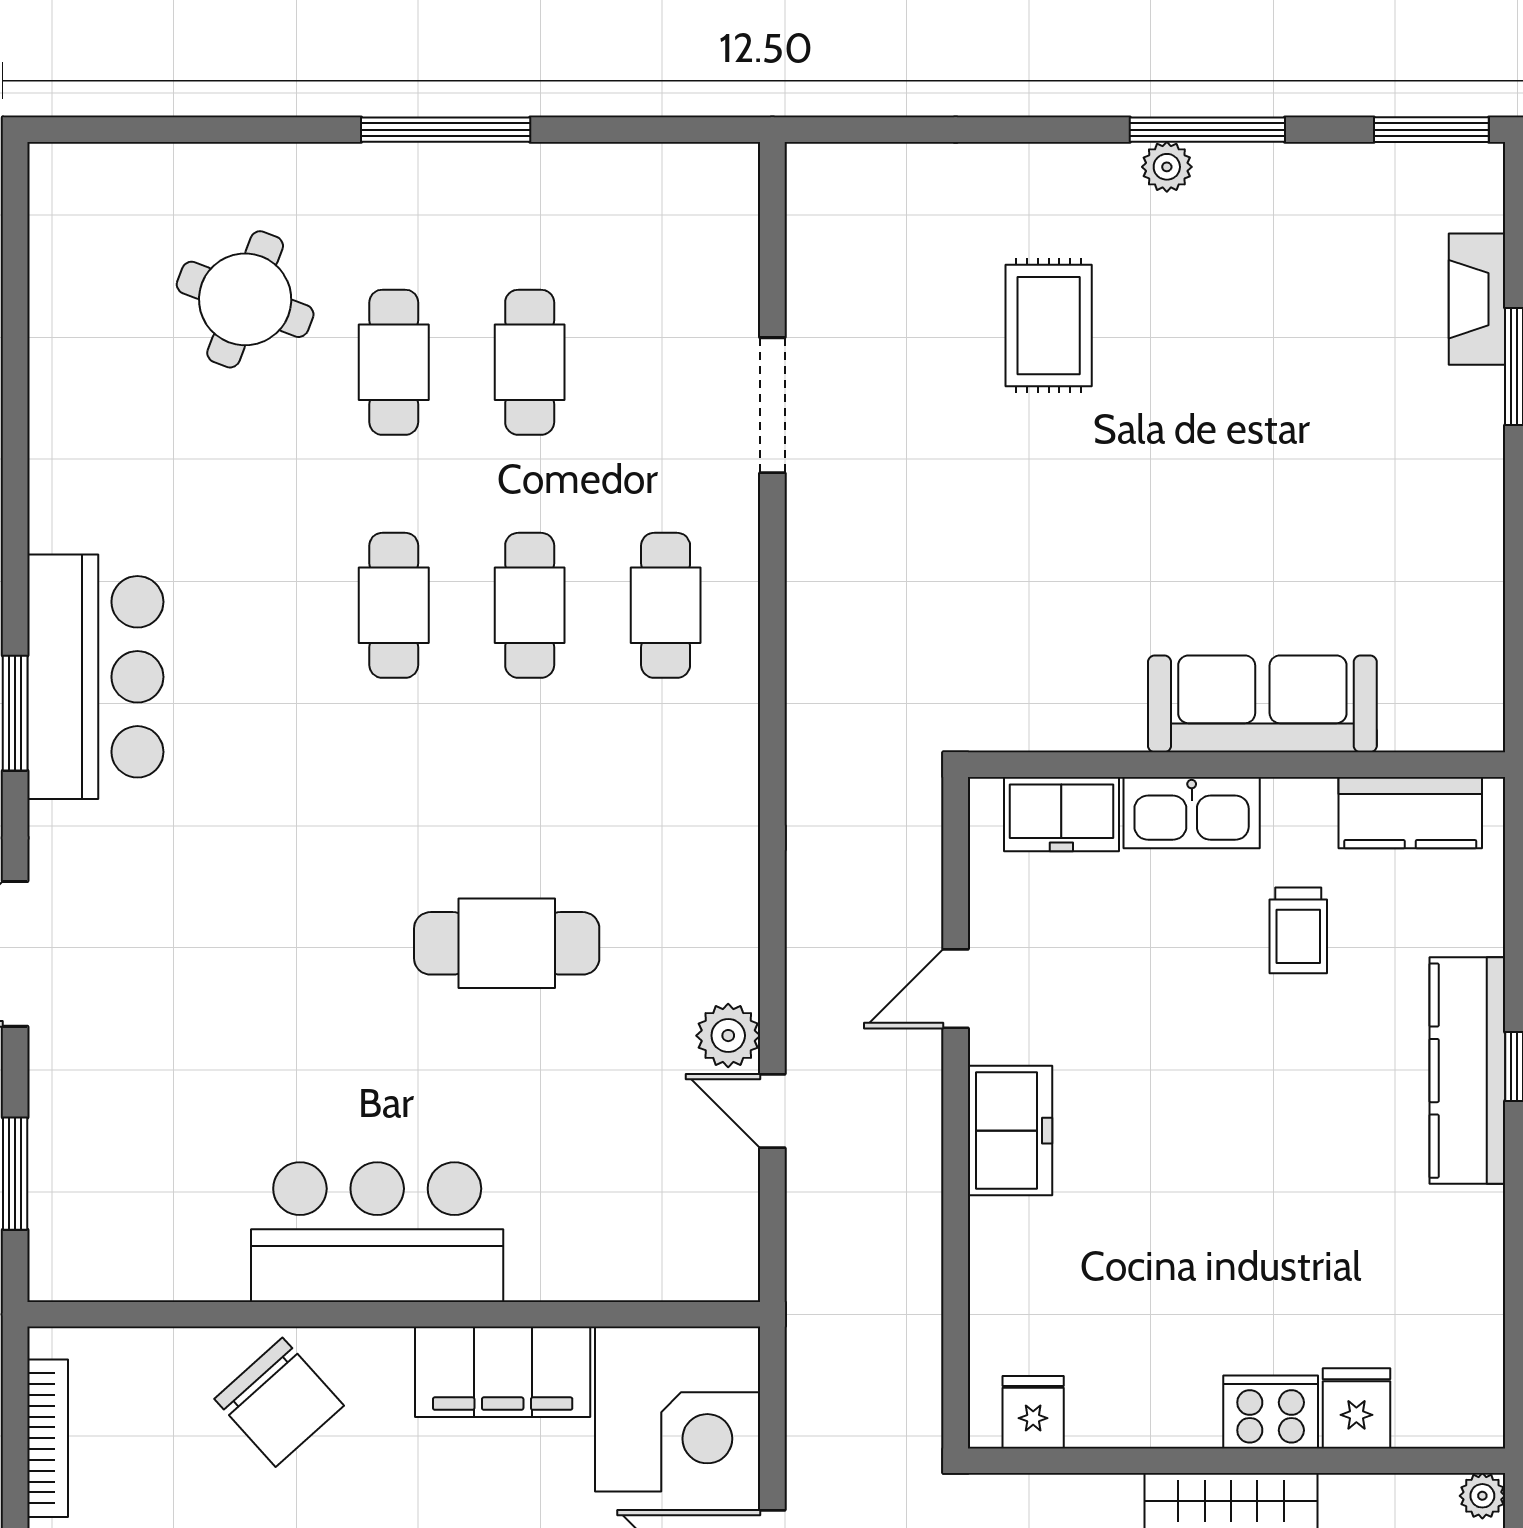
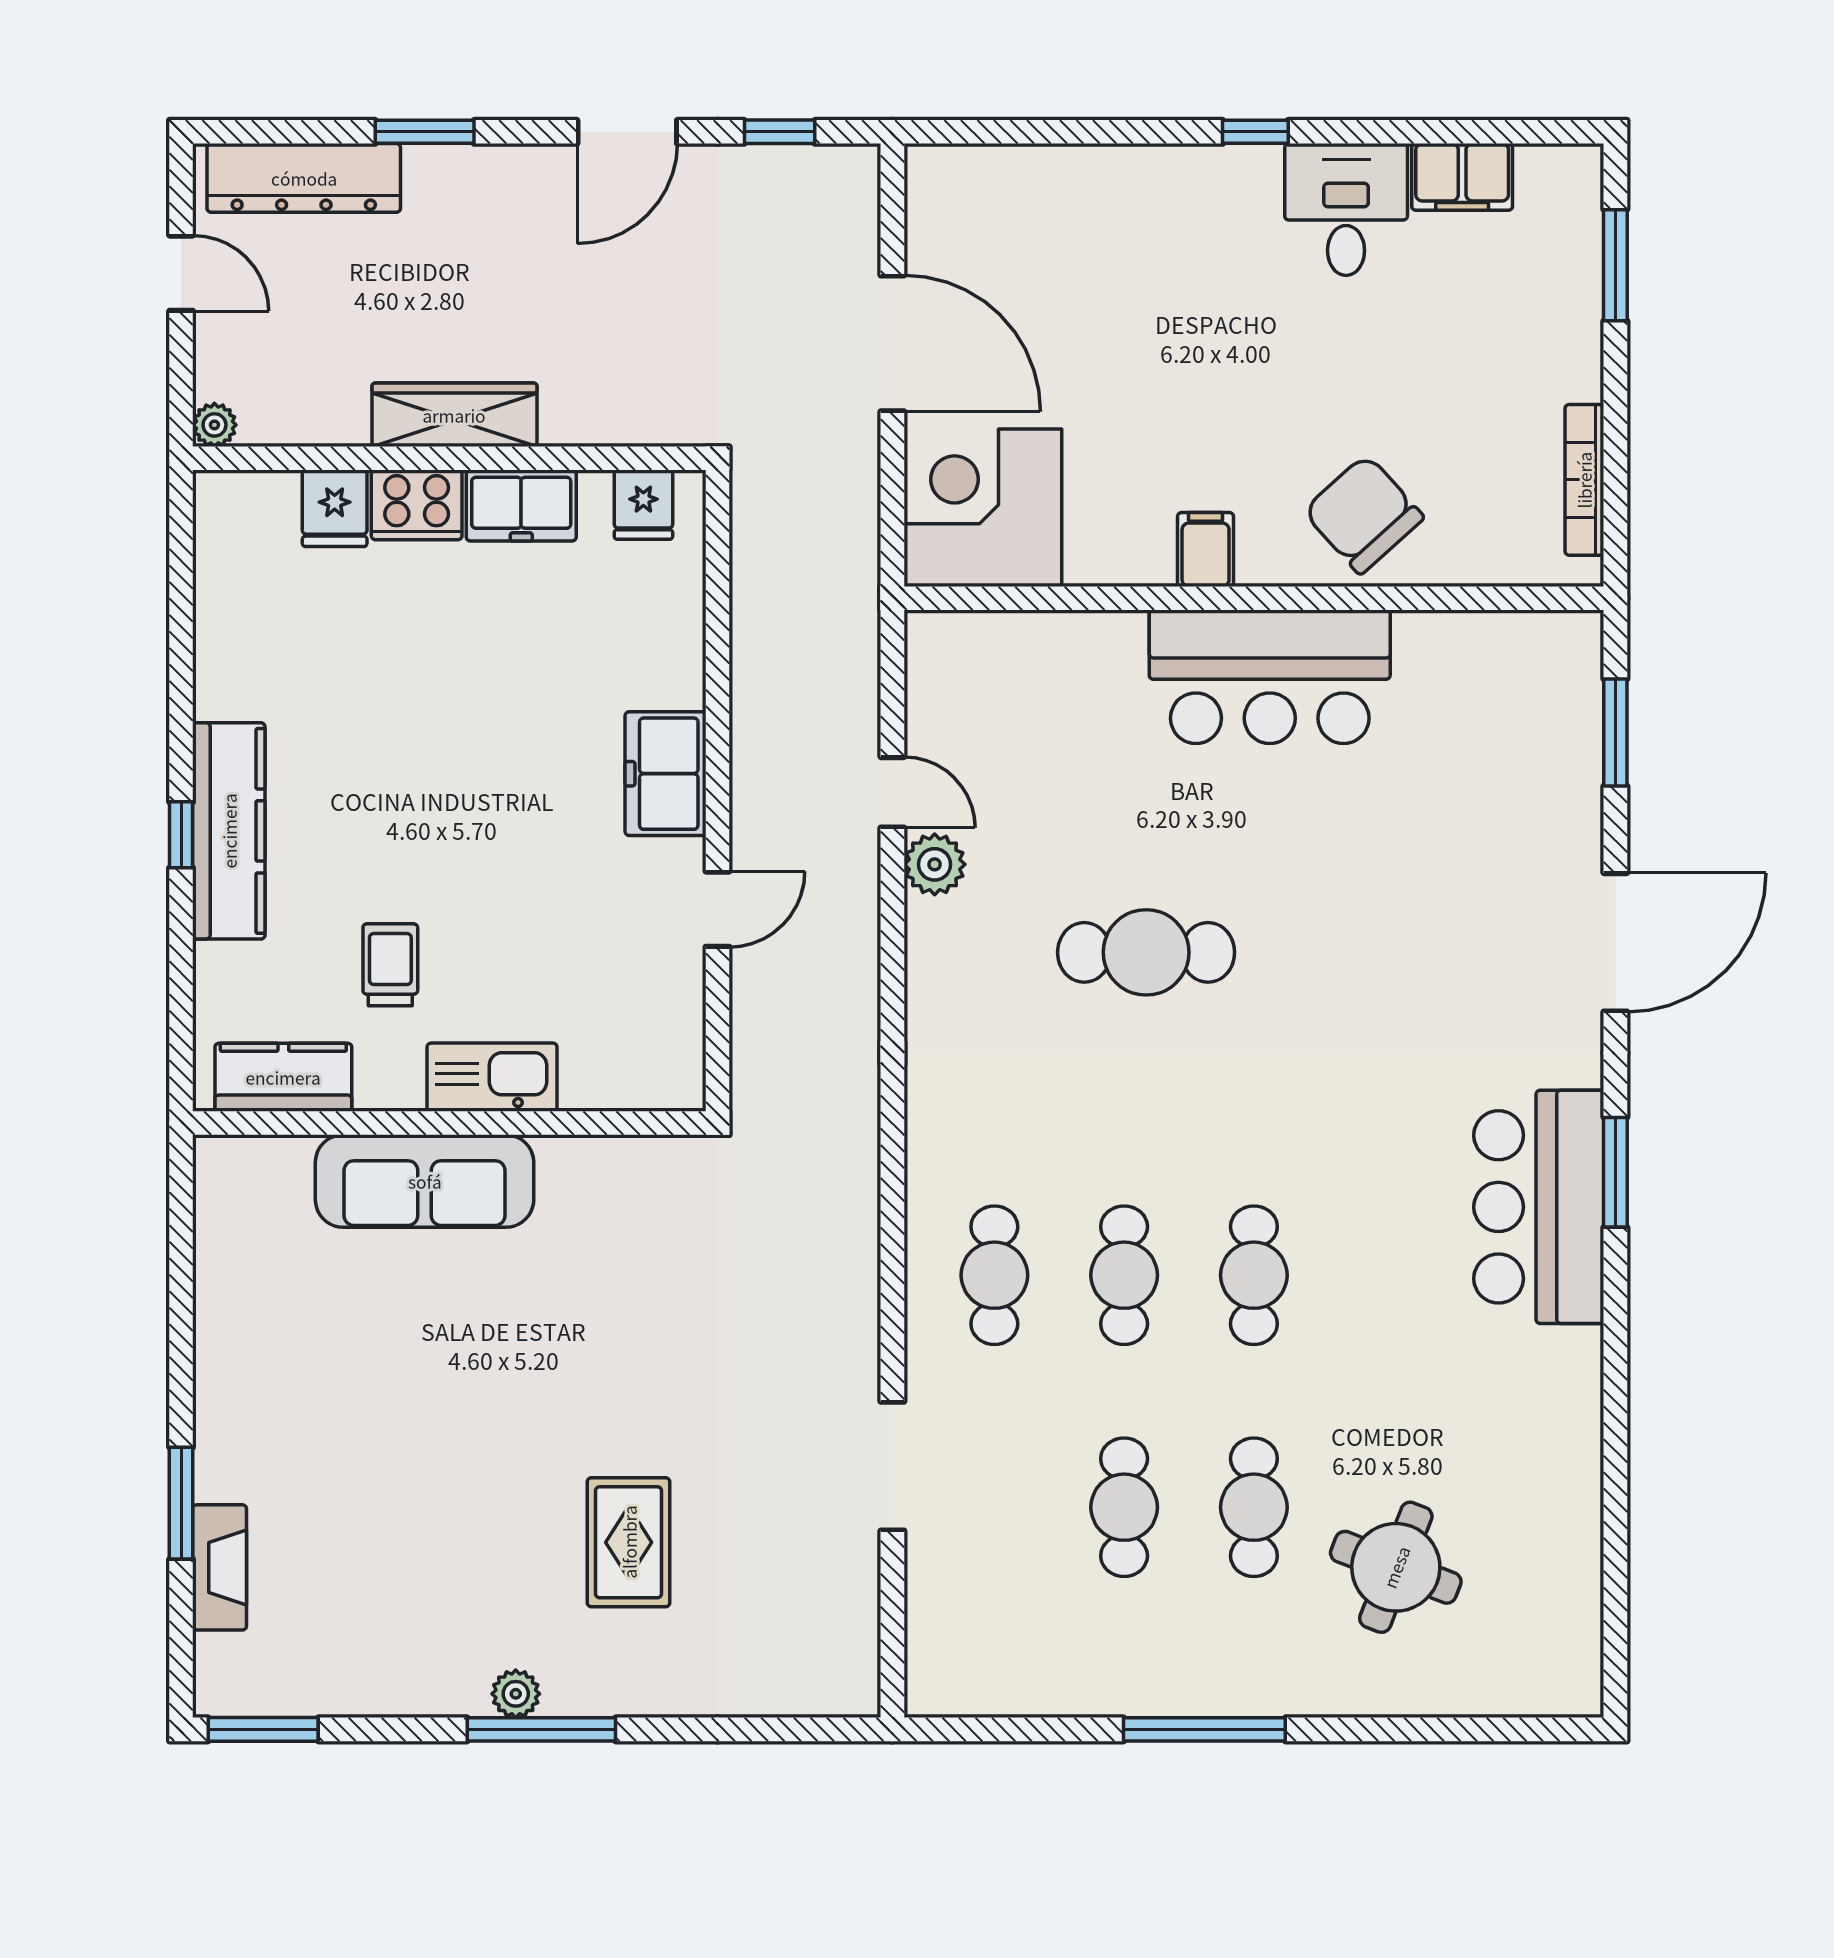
window: (1207, 130) -> (541, 1729), moved
freezer: (1061, 814) -> (521, 506), moved, turned 180
filing cabinet: (503, 1372) -> (1206, 549), width x0.33, depth x0.86

